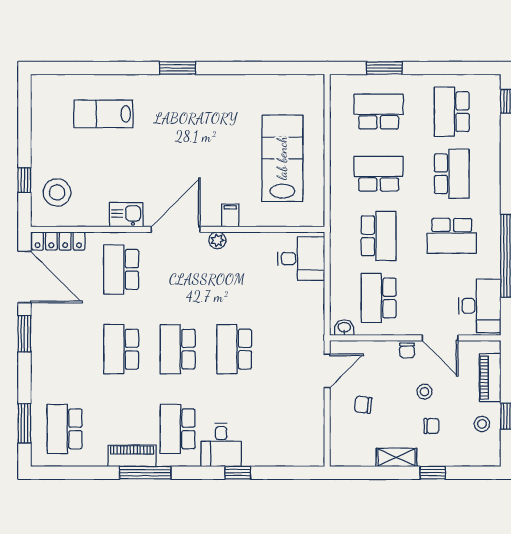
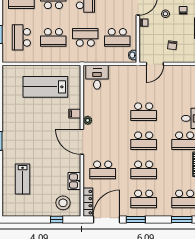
school desk: (379, 174) -> (53, 37), turned -90
kitchen sink: (126, 215) -> (74, 181), moved
school desk: (65, 349) -> (144, 199), added
door: (327, 371) -> (155, 64), swing flipped

